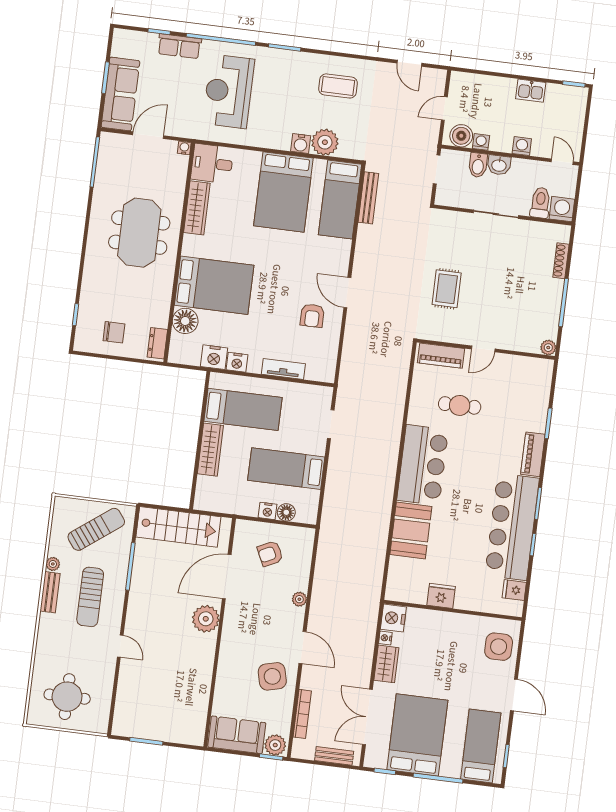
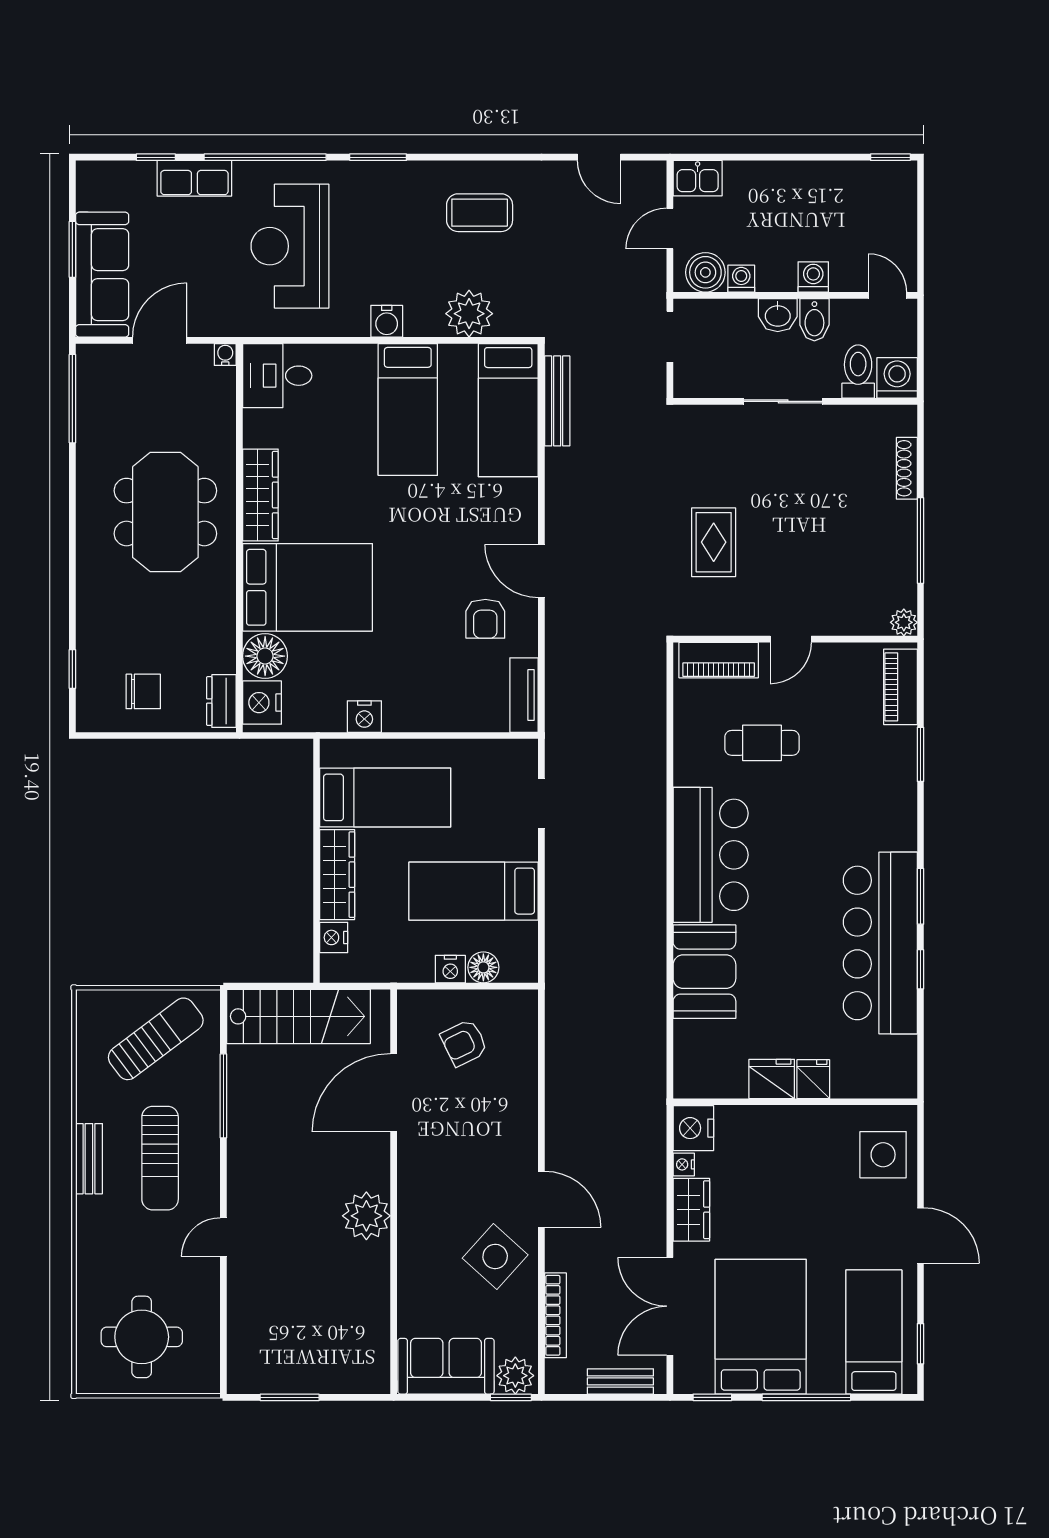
kitchen sink: (531, 91) -> (698, 178), moved
water cooler: (301, 144) -> (387, 321), moved
bidet: (478, 165) -> (814, 320), moved
bed: (283, 192) -> (408, 409), width x0.67
wardrobe: (197, 208) -> (260, 495), moved
nightstand: (214, 357) -> (262, 703), moved, turned 90
tv unit: (283, 369) -> (524, 695), moved, turned -90
piano: (533, 454) -> (900, 687), moved
nightstand: (204, 485) -> (334, 937), added
plant: (53, 564) -> (88, 1109), removed
fridge: (514, 590) -> (813, 1079), moved, turned 90
plant: (299, 599) -> (525, 1116), removed
plant: (206, 619) -> (366, 1216), moved
door: (120, 646) -> (223, 1237), swing flipped
side table: (272, 676) -> (495, 1256), turned -34

